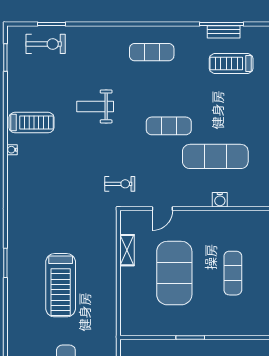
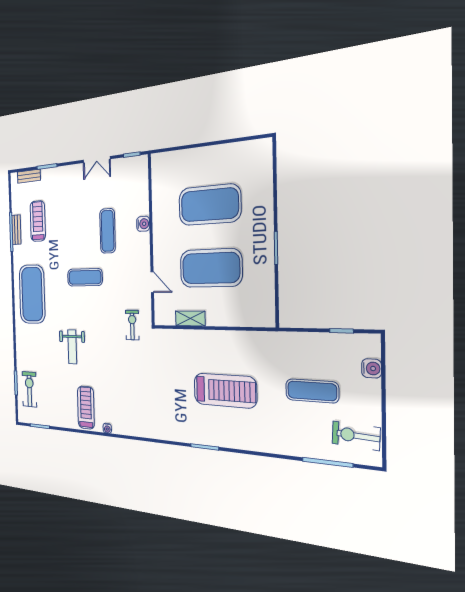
exercise mat: (152, 52) -> (32, 294), width x2.00, depth x1.45
treadmill: (231, 64) -> (38, 221), turned 180
exercise mat: (169, 126) -> (85, 277), turned 90
exercise mat: (215, 156) -> (108, 231), width x0.73, depth x0.69
exercise mat: (233, 273) -> (210, 205), width x2.00, depth x1.45

